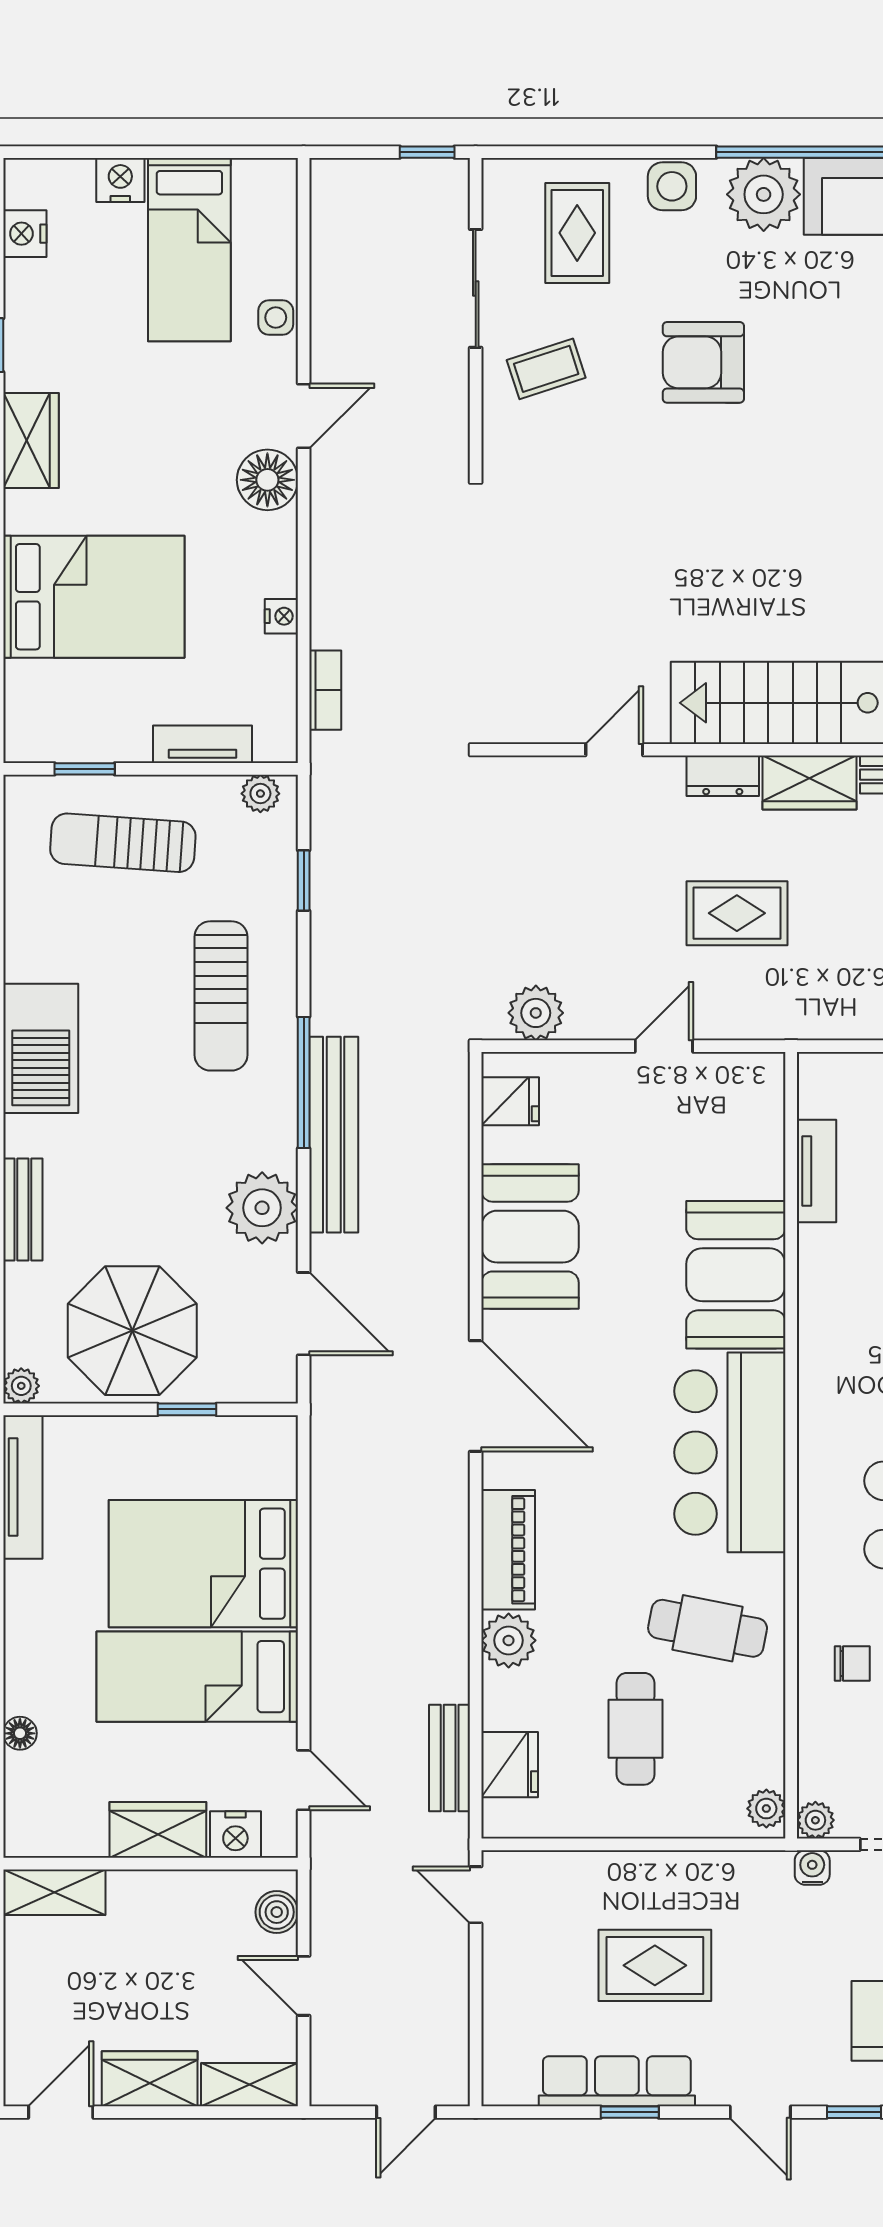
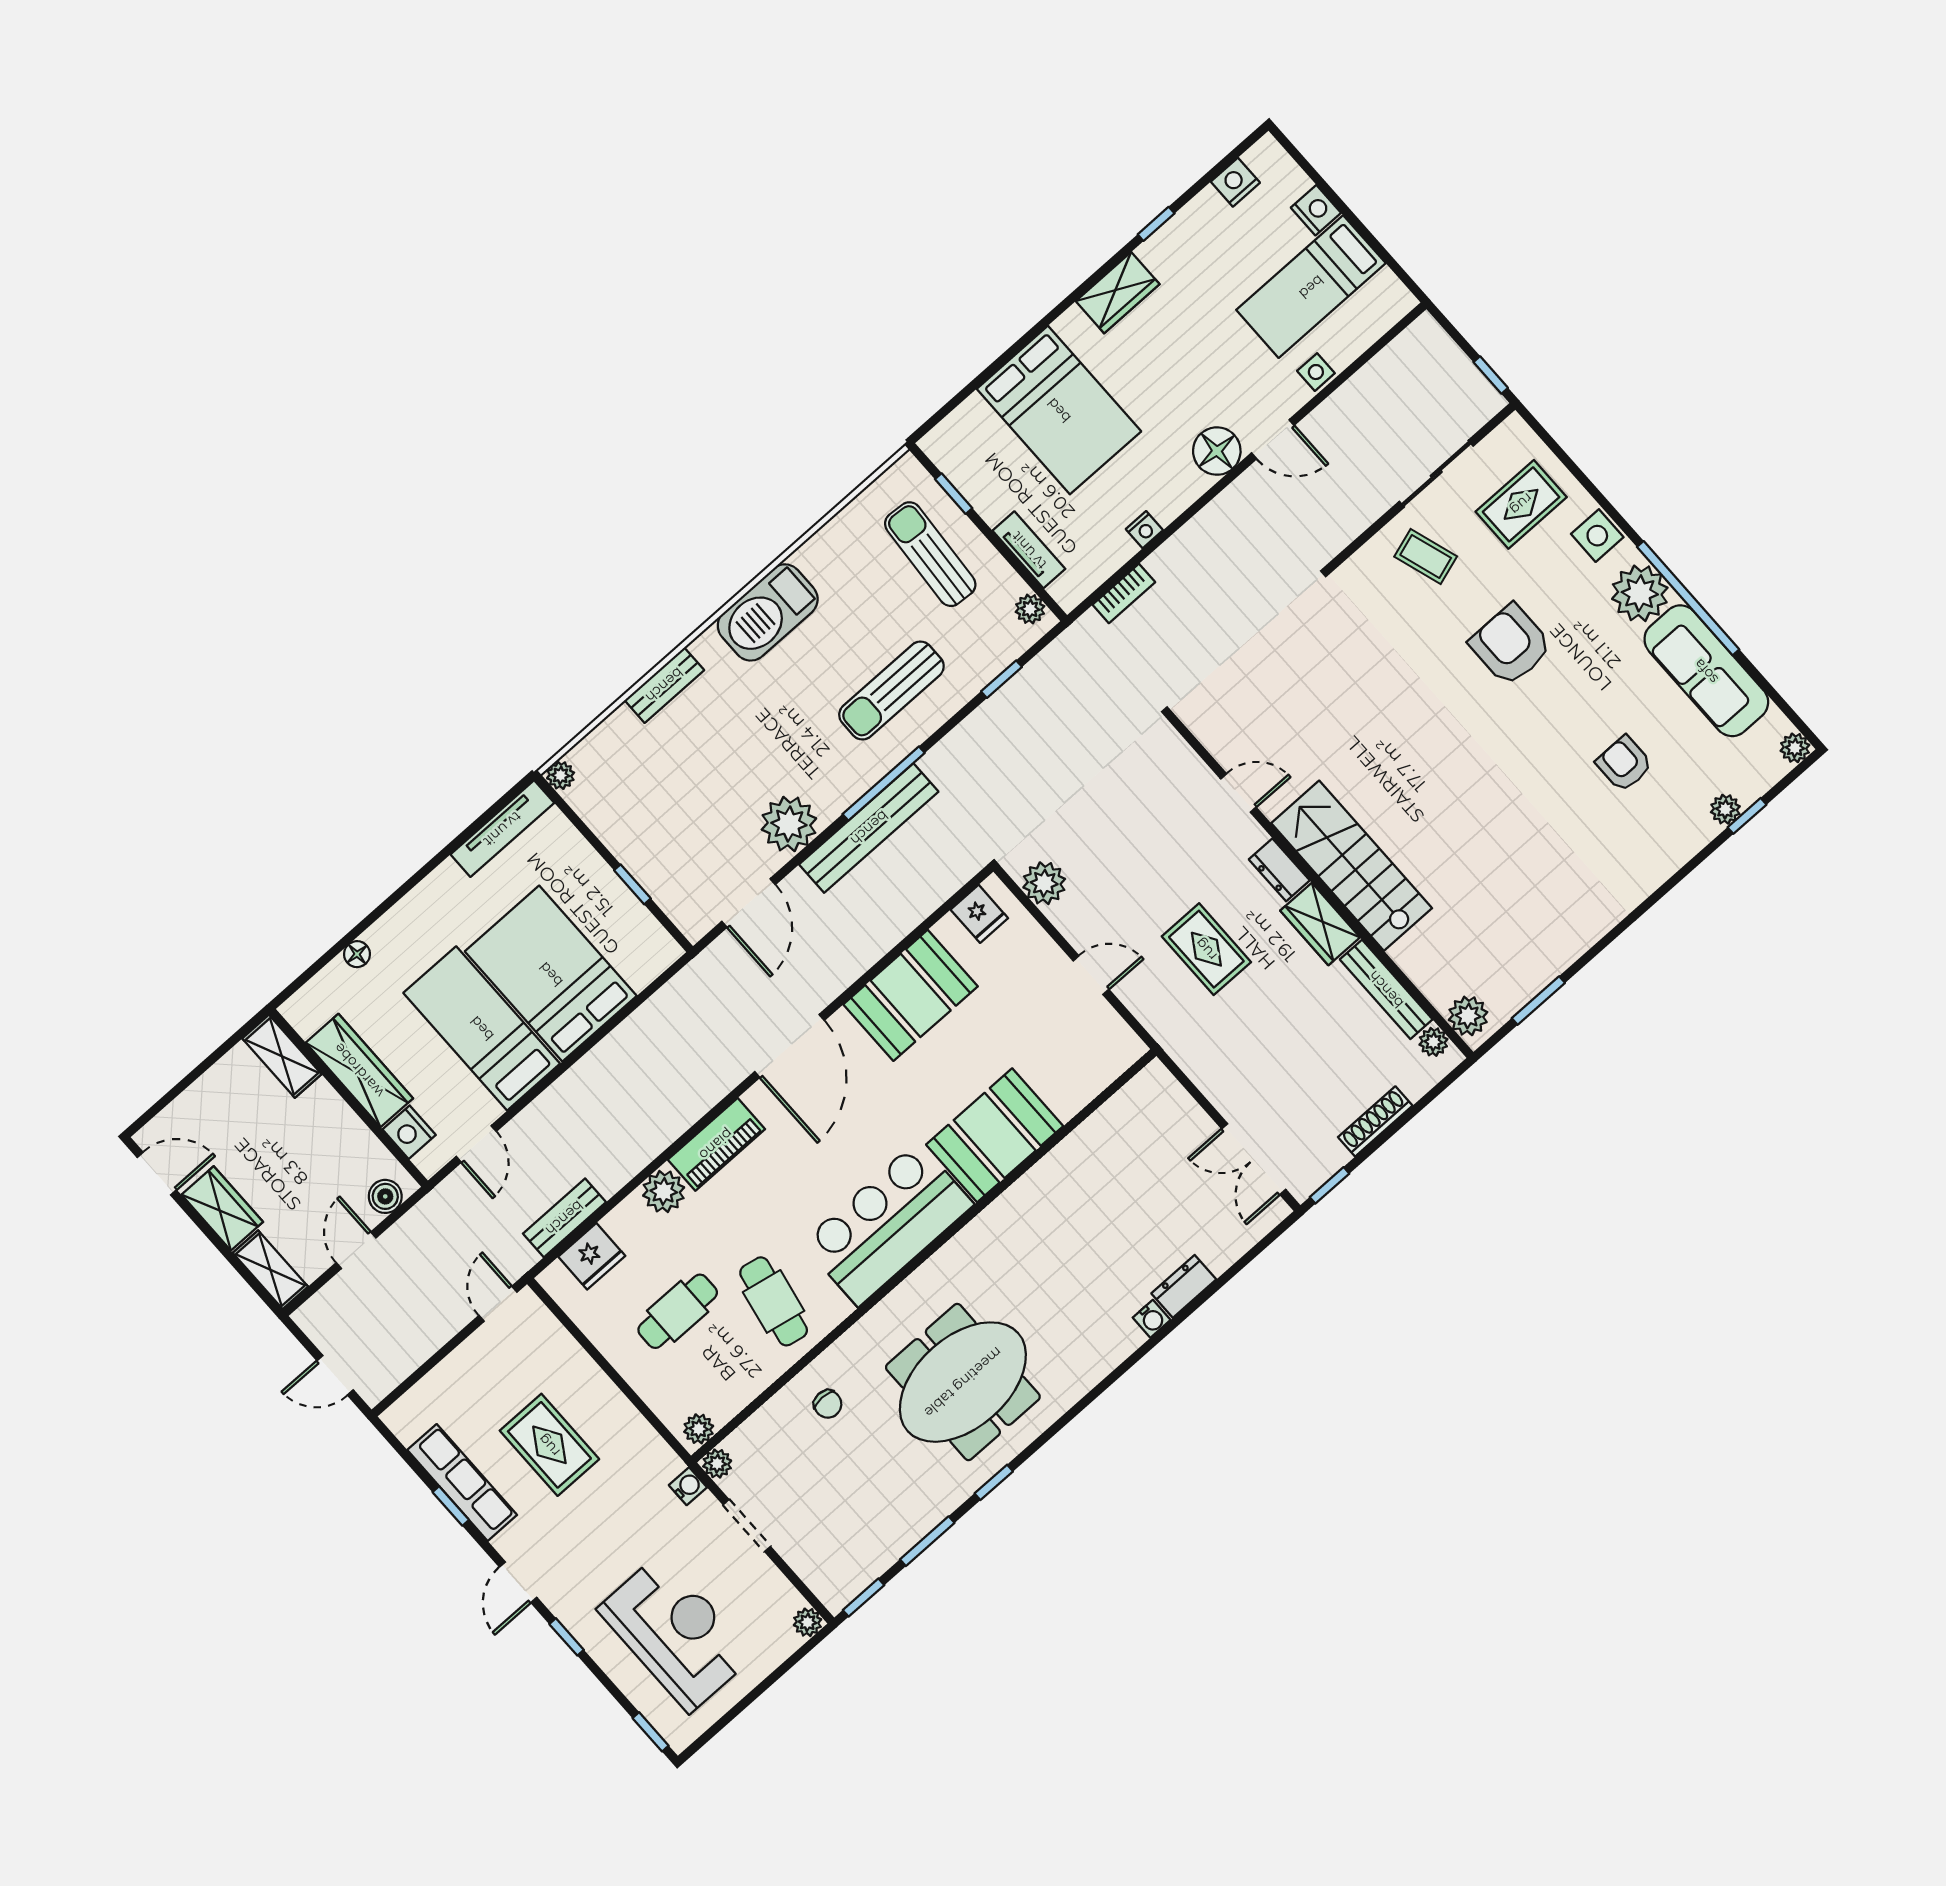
tv unit: (817, 1171) -> (1097, 1129), removed
parasol: (132, 1331) -> (650, 812), removed
wardrobe: (158, 1830) -> (359, 1070), width x1.50

